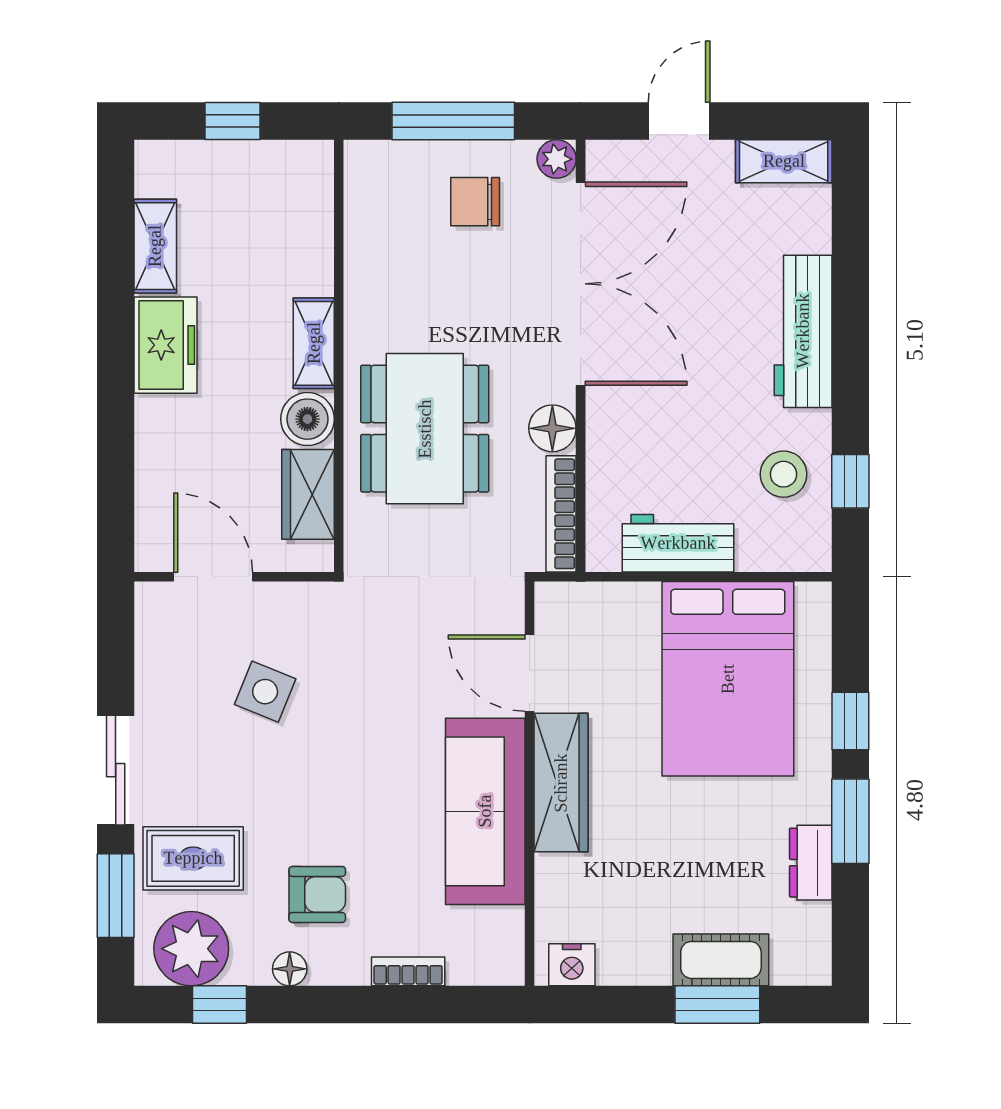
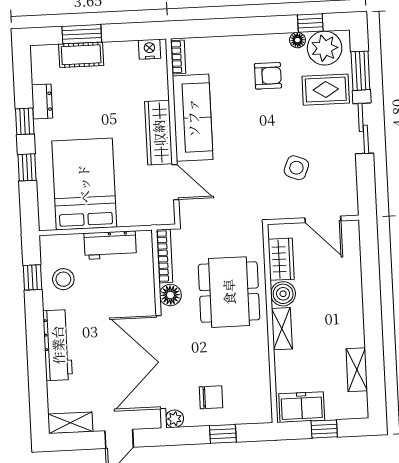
window: (453, 121) -> (223, 434), width x0.46
freezer: (166, 345) -> (302, 407), moved, turned 90
window: (850, 821) -> (25, 121), width x0.67
armchair: (317, 894) -> (268, 76), turned 180
floor lamp: (290, 969) -> (297, 40), moved
bookcase: (408, 971) -> (178, 57), moved, turned -90

